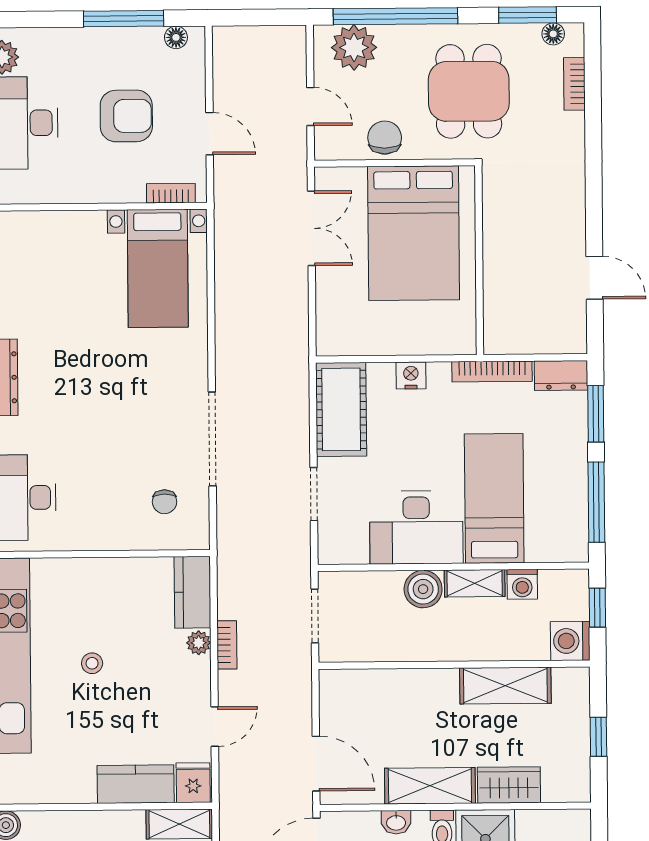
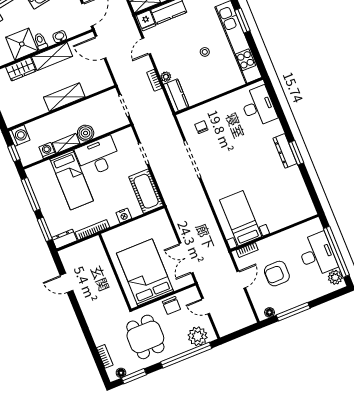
door: (210, 134) -> (241, 280), swing flipped
shelving: (505, 686) -> (64, 97), moved

